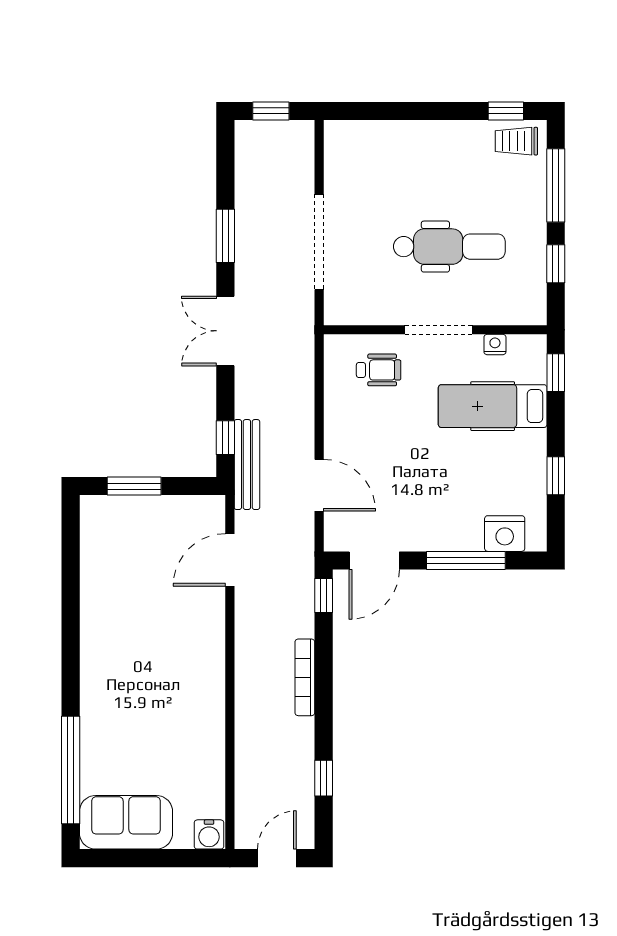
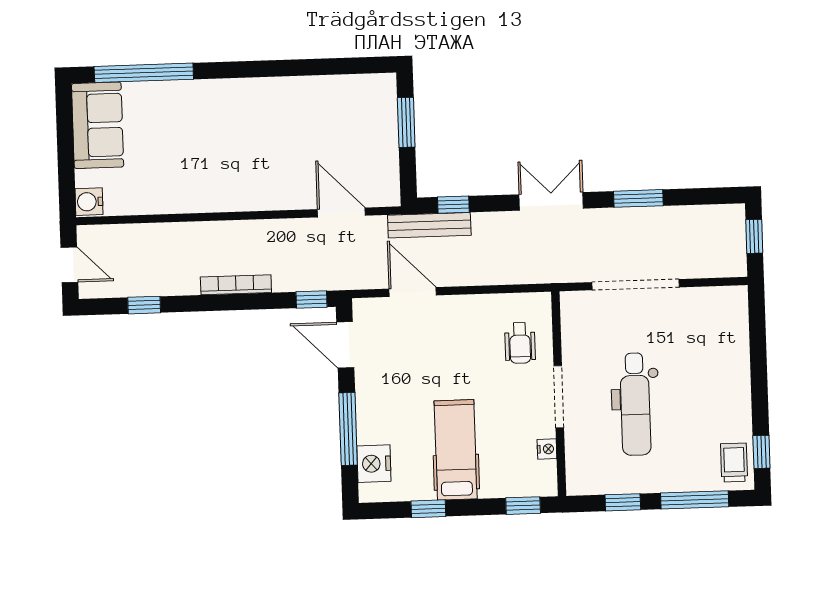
hospital bed: (493, 406) -> (456, 450), moved
door: (319, 485) -> (413, 292), swing flipped

